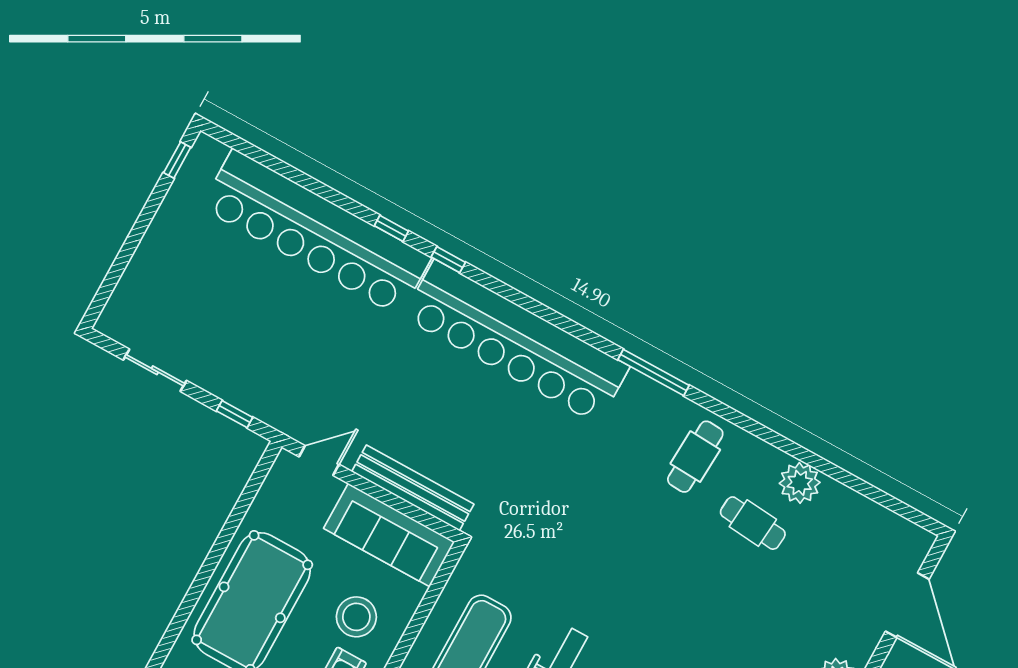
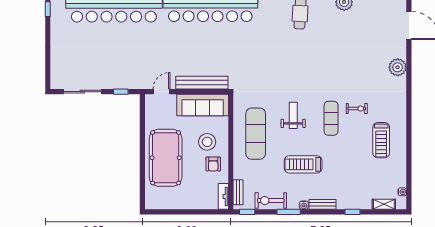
sliding door: (155, 370) -> (82, 92), width x1.37
cafe table: (753, 523) -> (335, 26), removed

